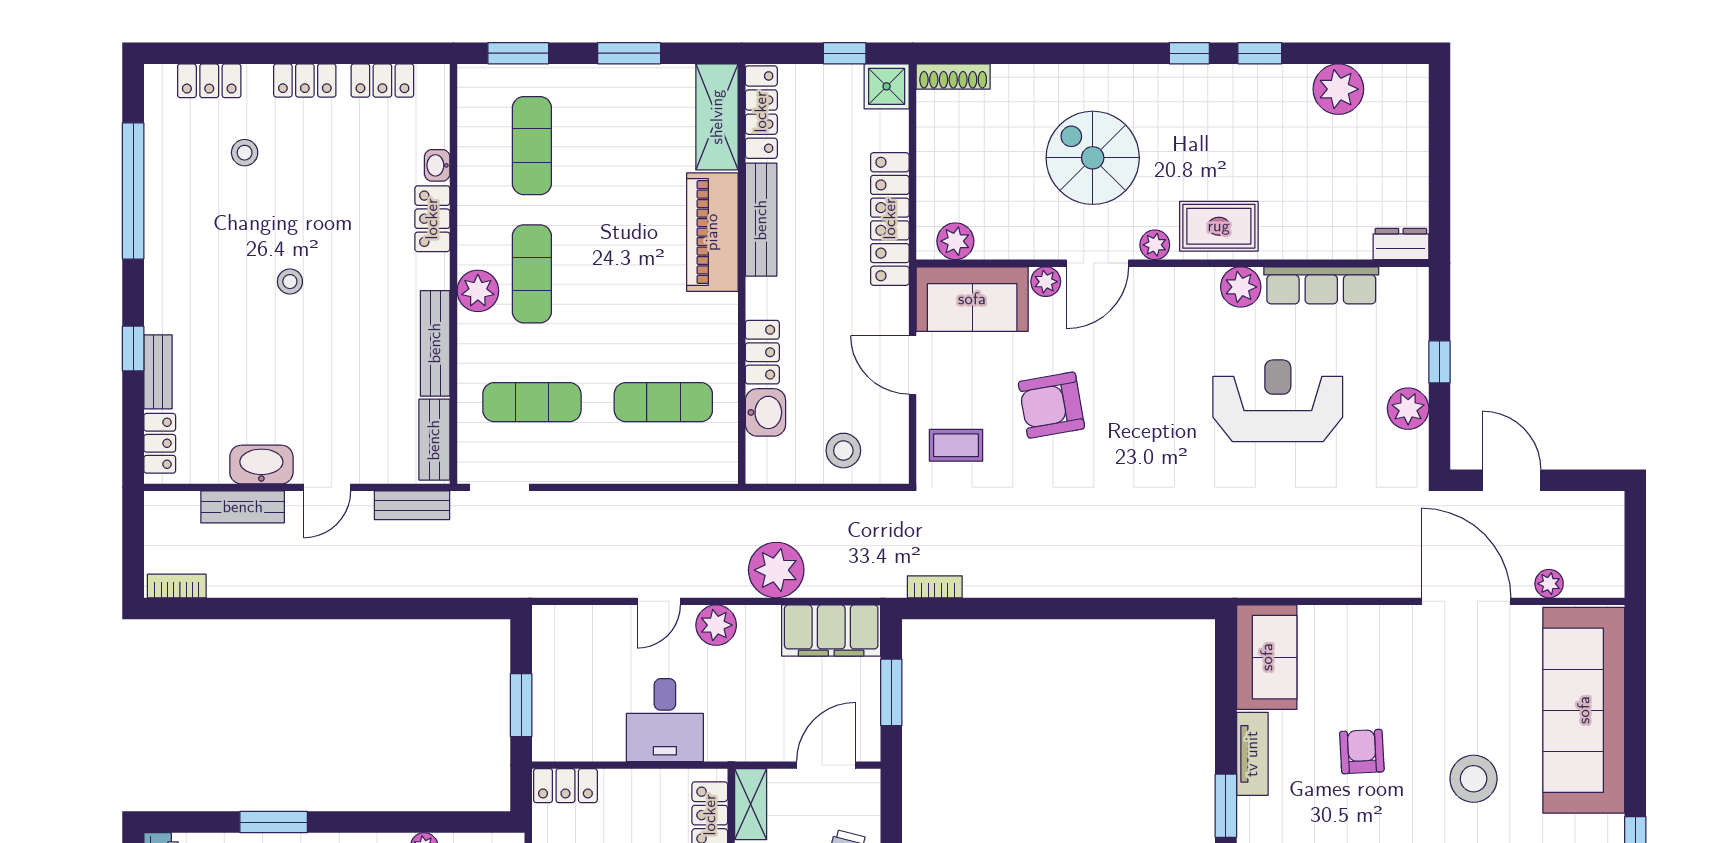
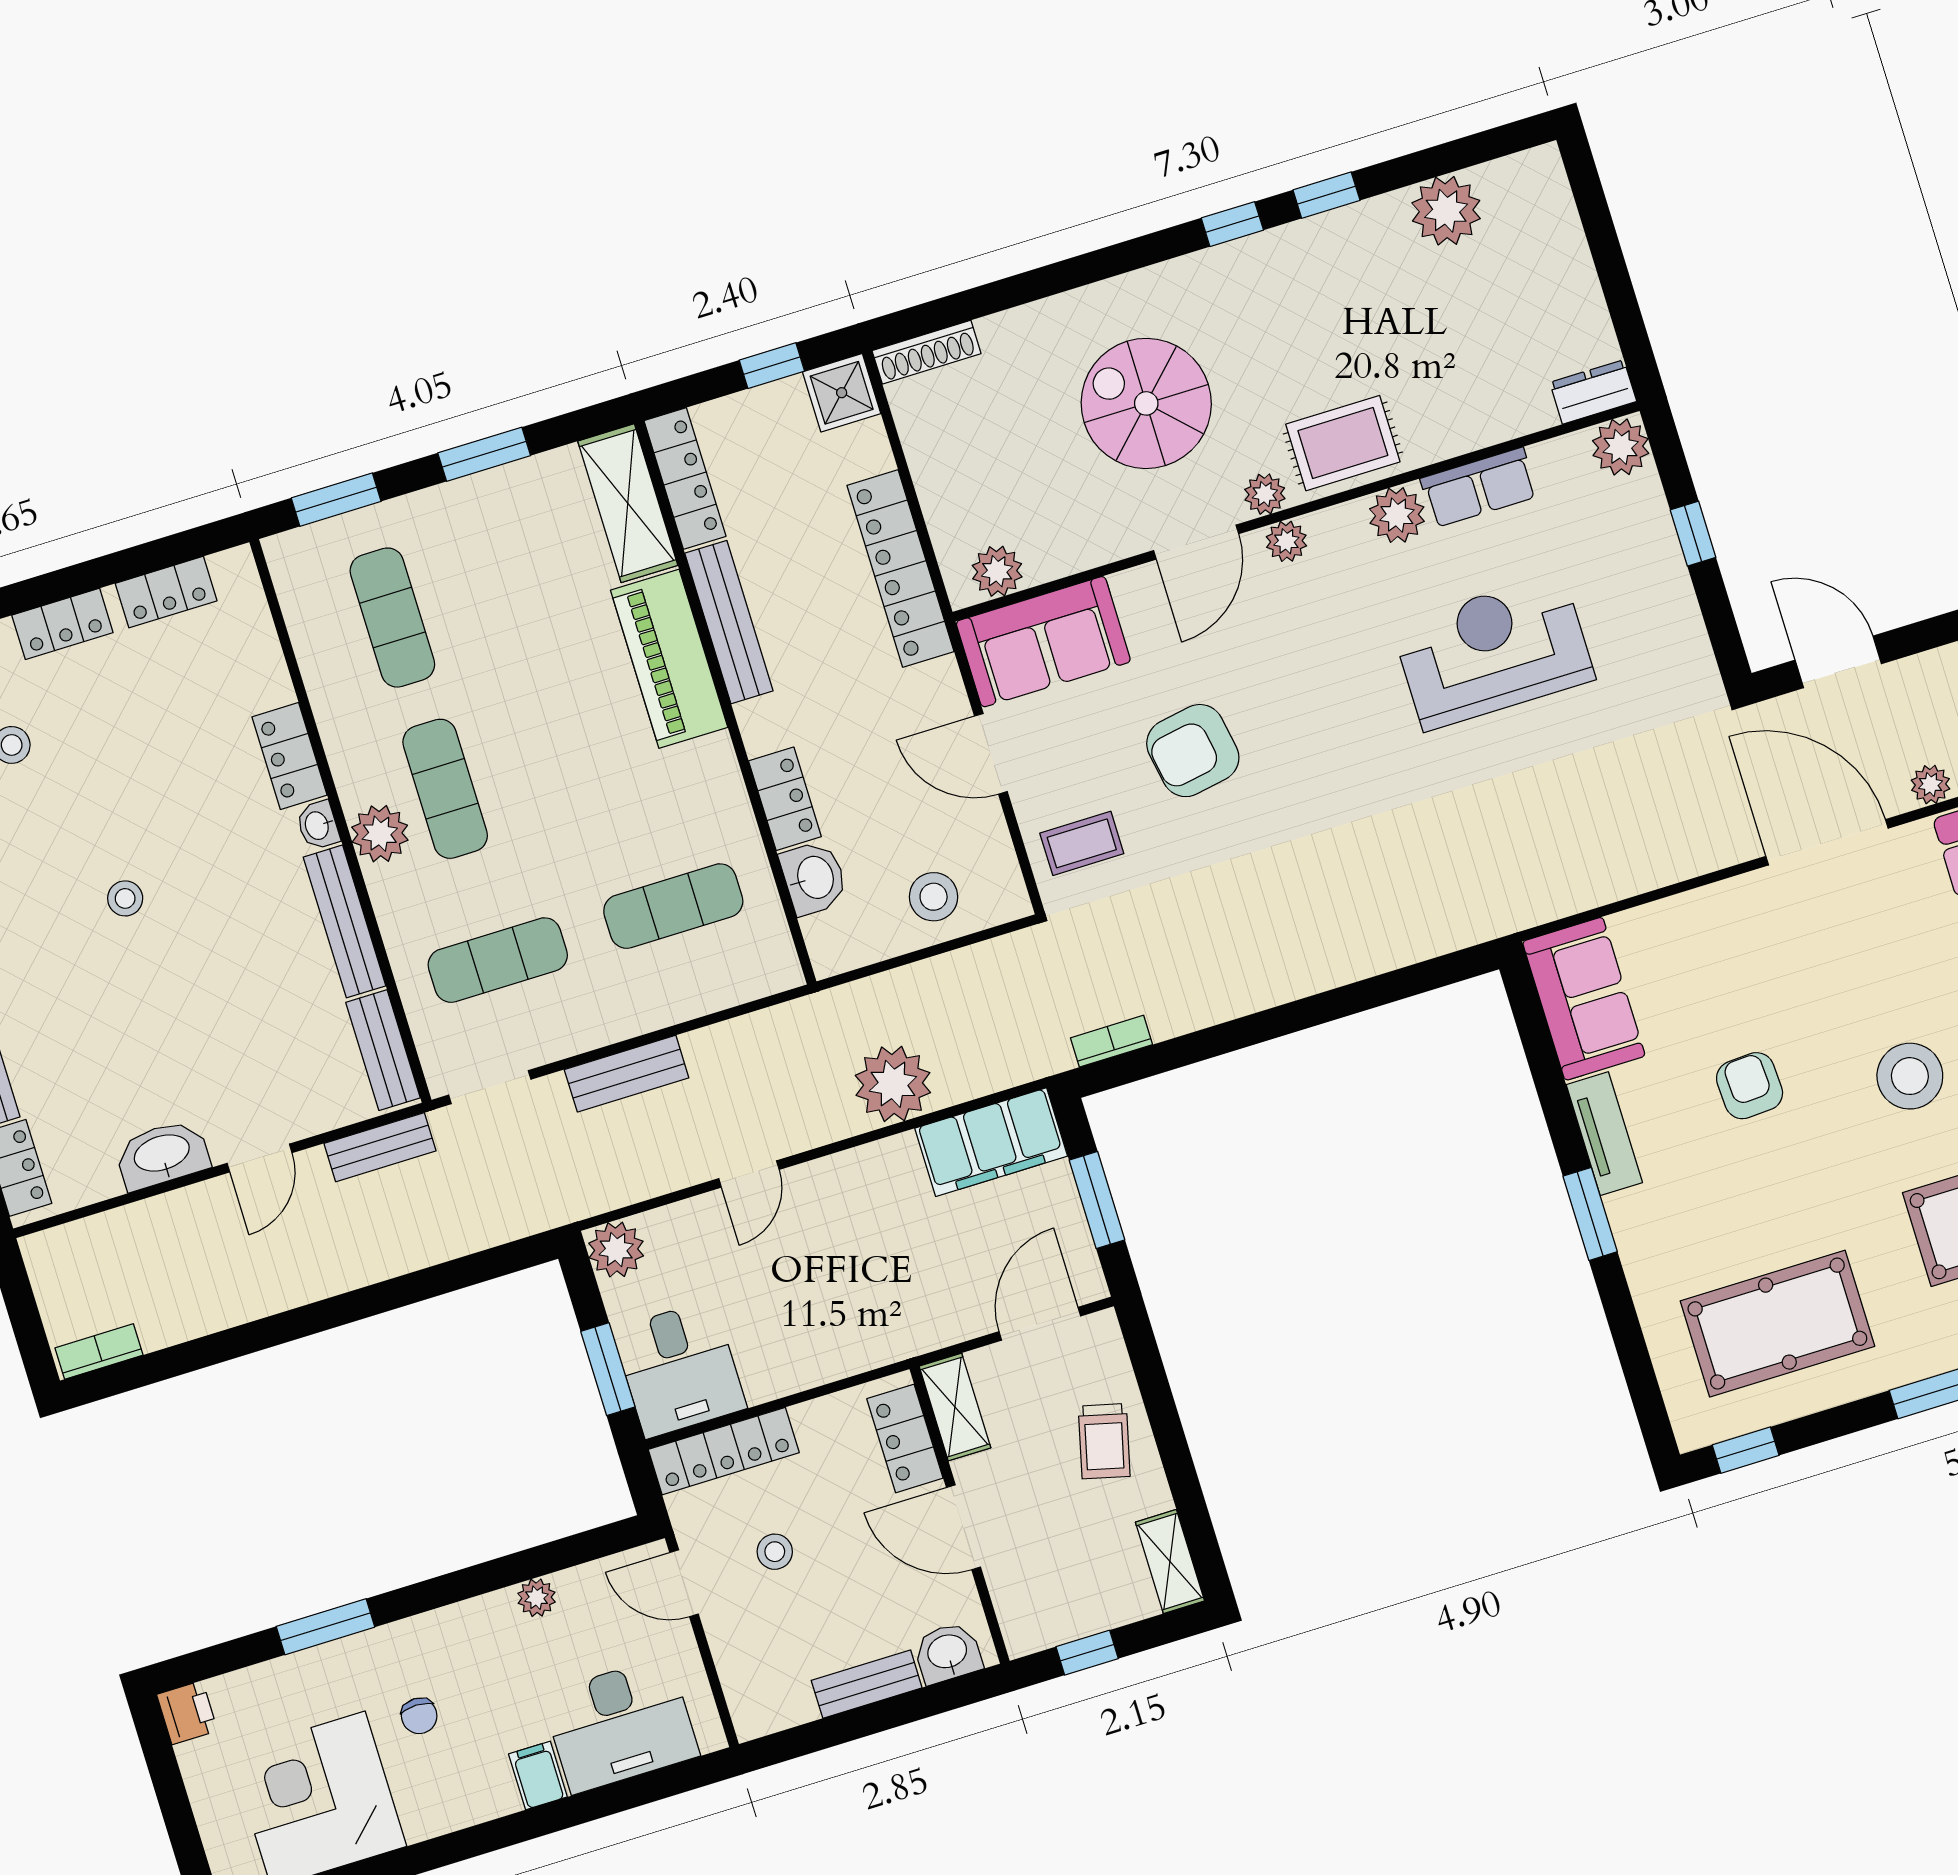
washbasin: (437, 165) -> (318, 825), moved
plant: (1046, 282) -> (1286, 541), moved
row of seats: (1321, 285) -> (1479, 487), width x0.68
plant: (1408, 409) -> (1621, 447), moved
bench: (243, 507) -> (627, 1074), moved
plant: (716, 625) -> (616, 1250), moved
desk: (665, 720) -> (680, 1369), moved
locker: (565, 786) -> (724, 1451), width x1.53

